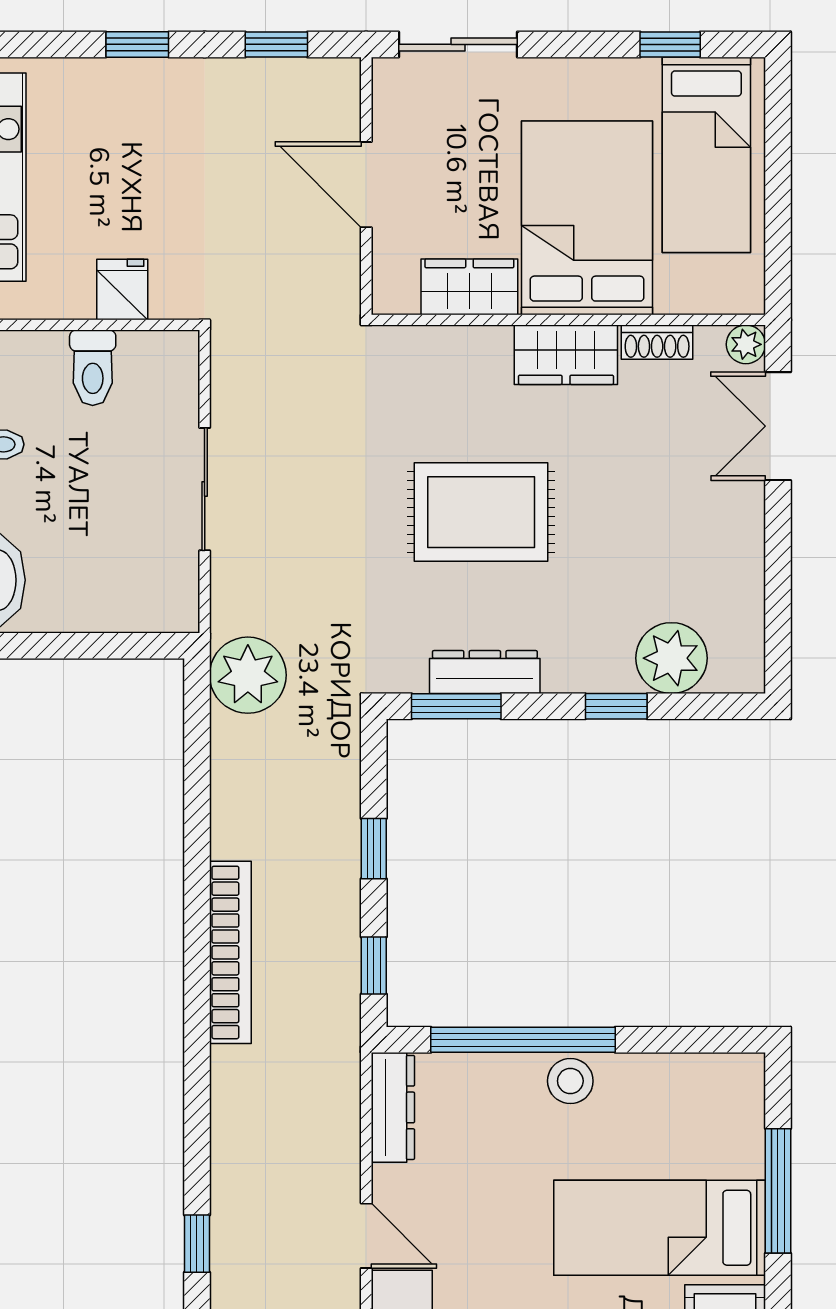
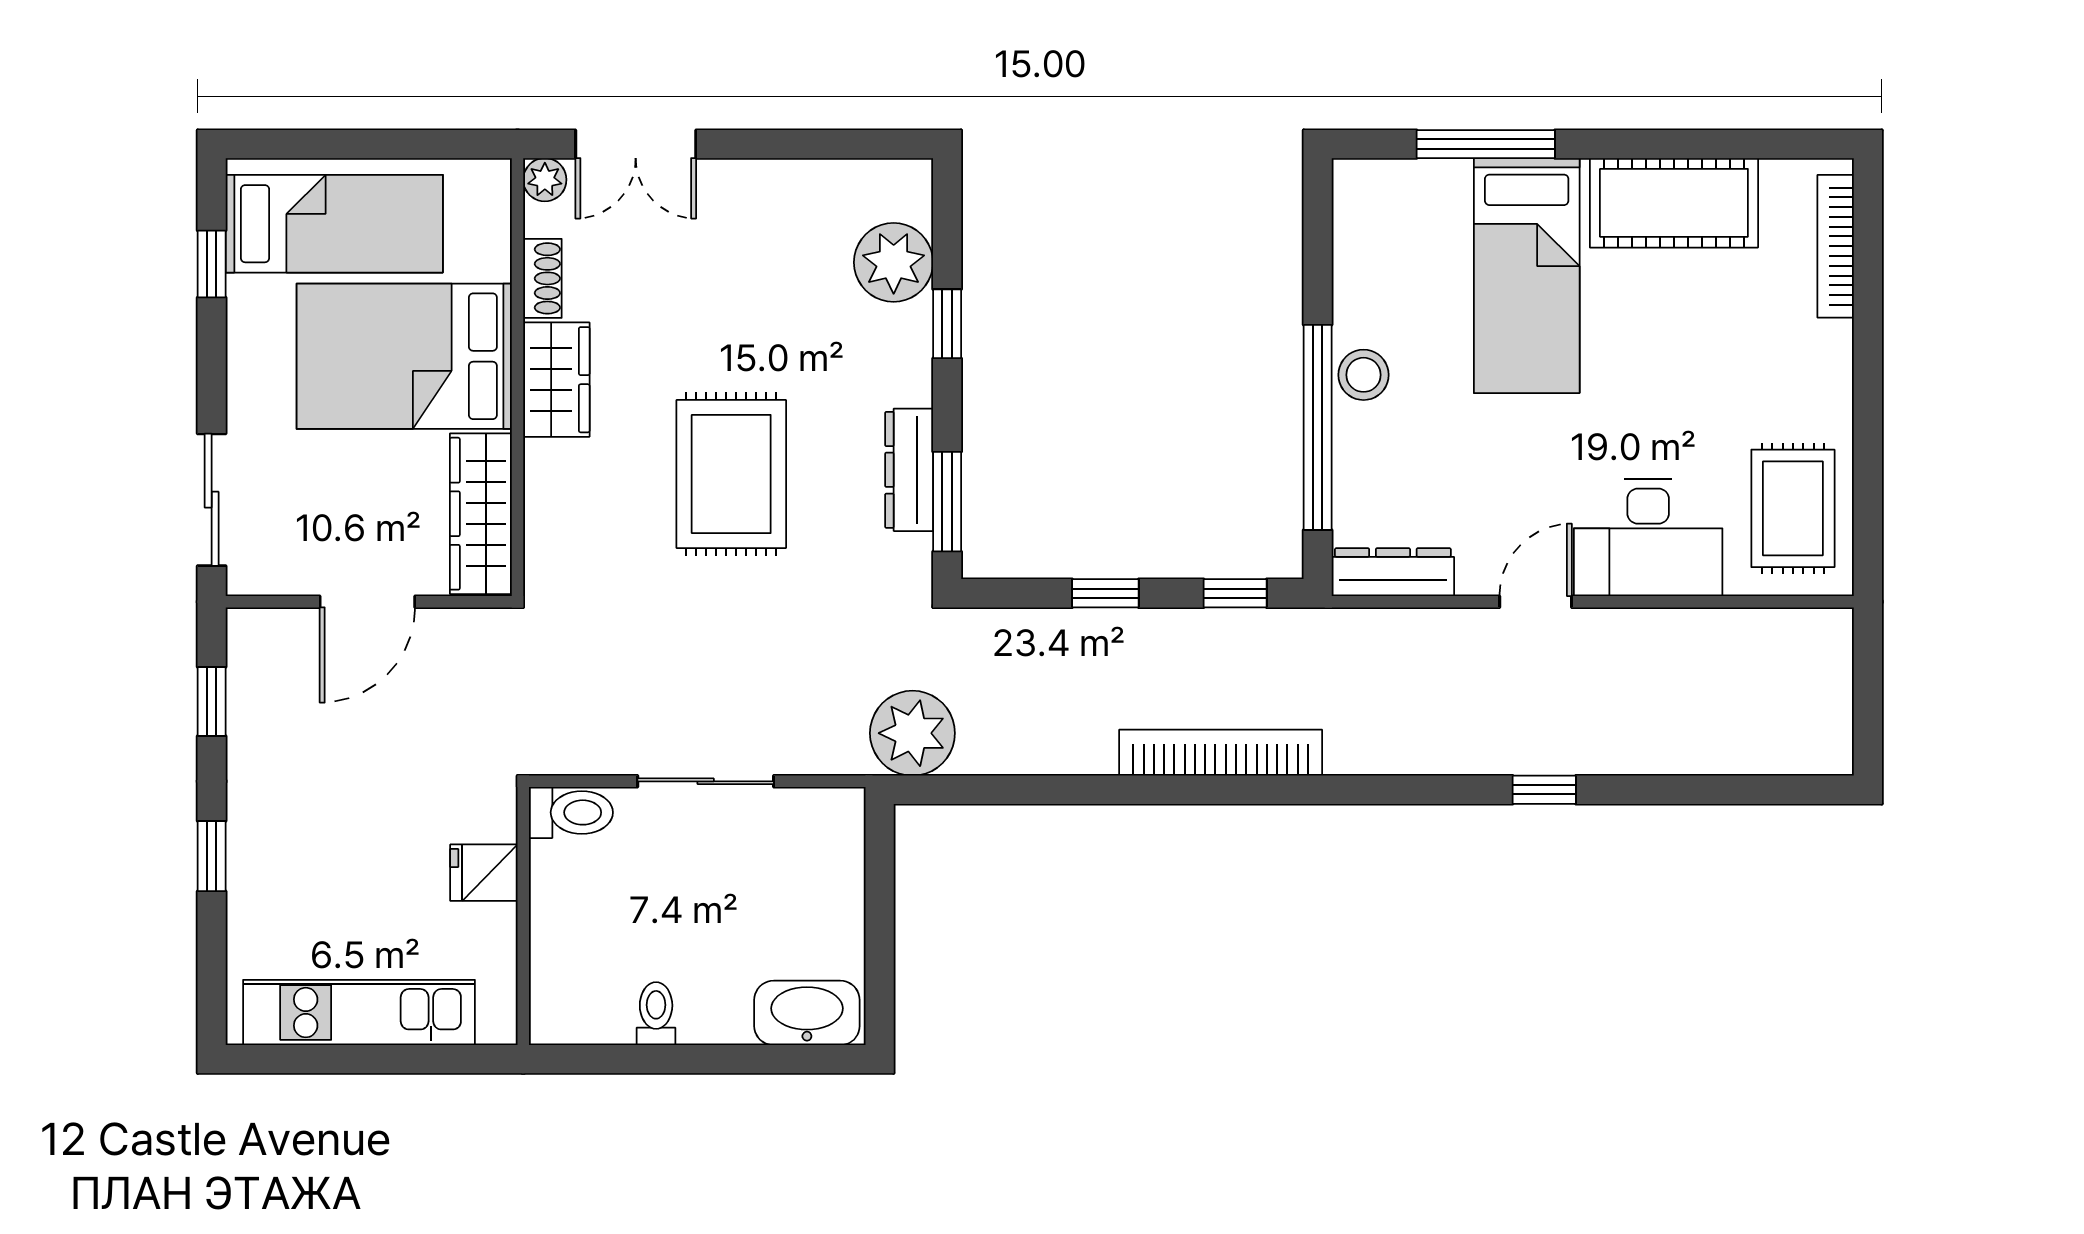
wardrobe: (469, 287) -> (481, 514), width x1.50
toilet: (93, 368) -> (571, 812), moved

